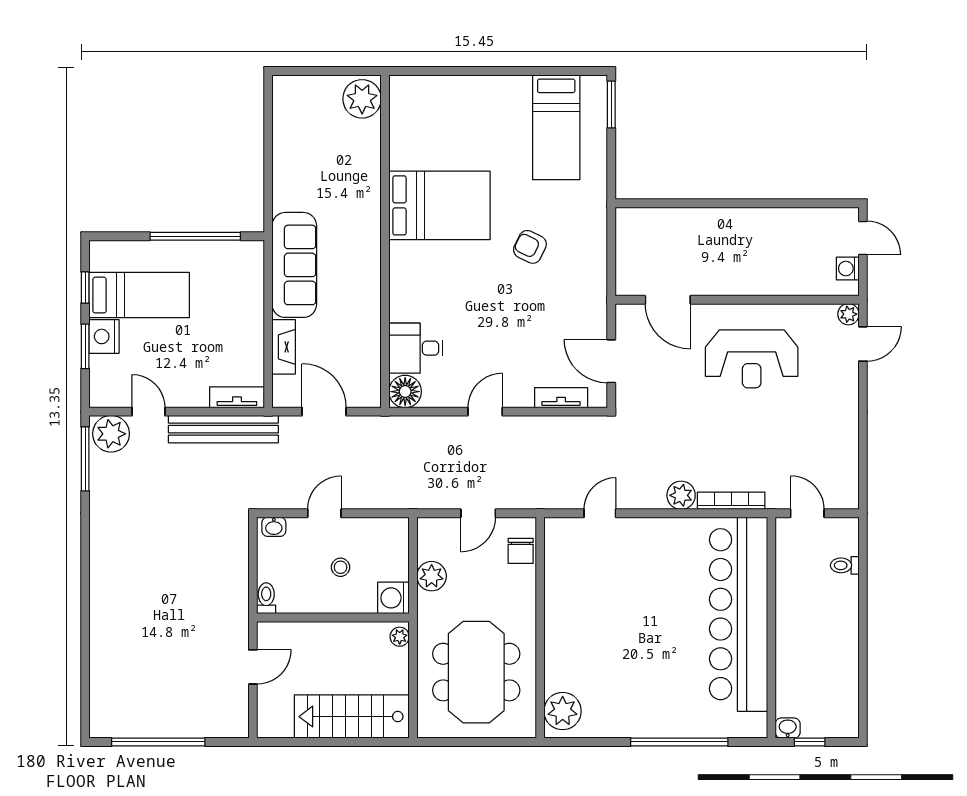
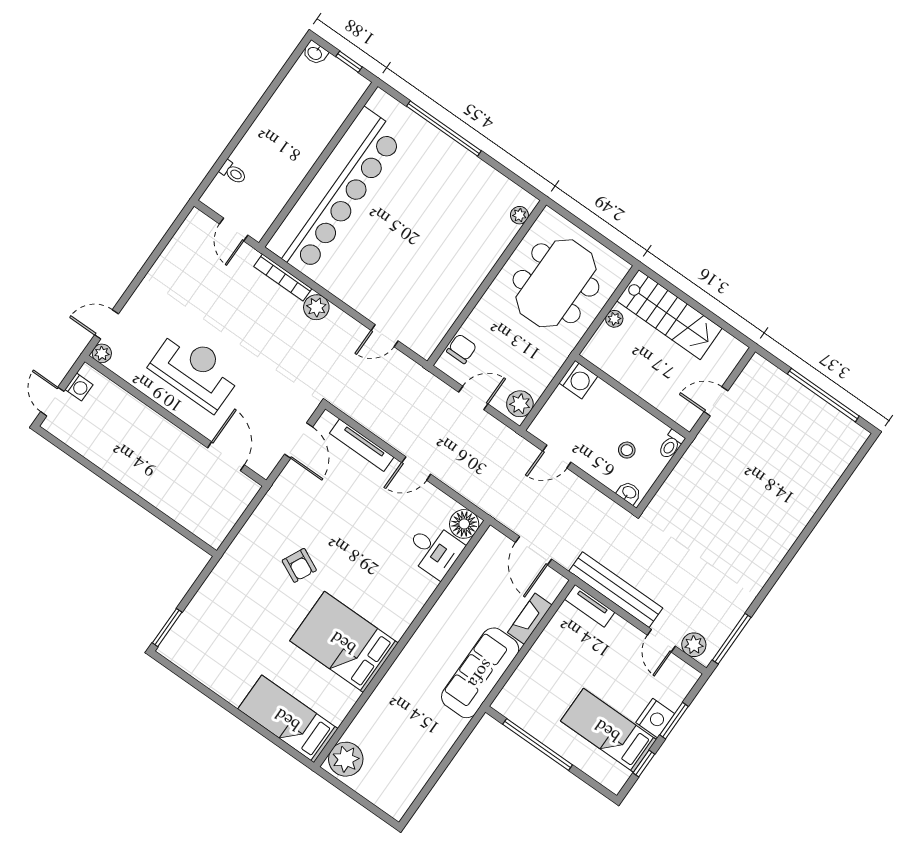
bed: (556, 127) -> (288, 719), moved, turned -90
tv unit: (561, 398) -> (362, 445), width x1.41
plant: (111, 434) -> (694, 645), width x0.73, depth x0.73
door: (324, 513) -> (557, 457), moved
stool: (341, 567) -> (627, 450), moved
plant: (432, 576) -> (520, 404), moved
plant: (400, 637) -> (614, 319), moved
plant: (563, 711) -> (519, 215), width x0.53, depth x0.53
washbasin: (788, 728) -> (315, 53), moved

